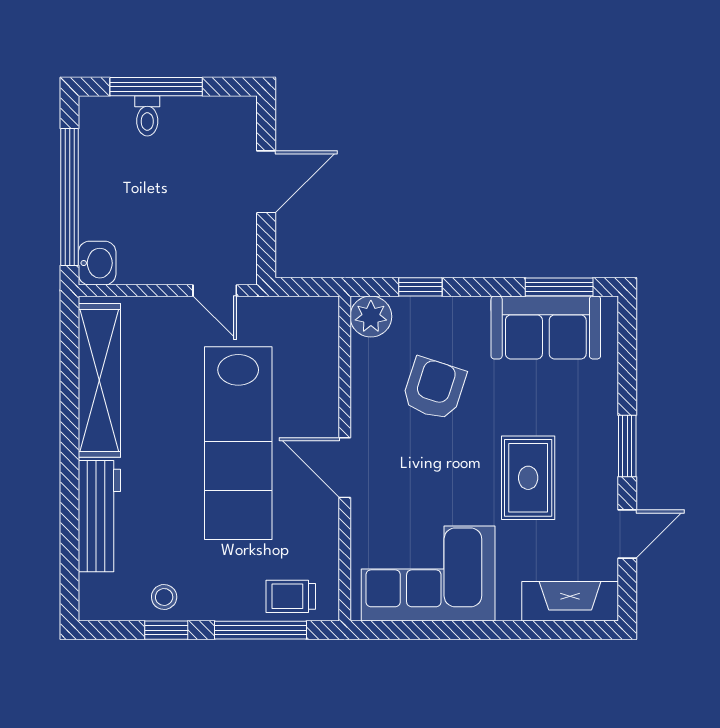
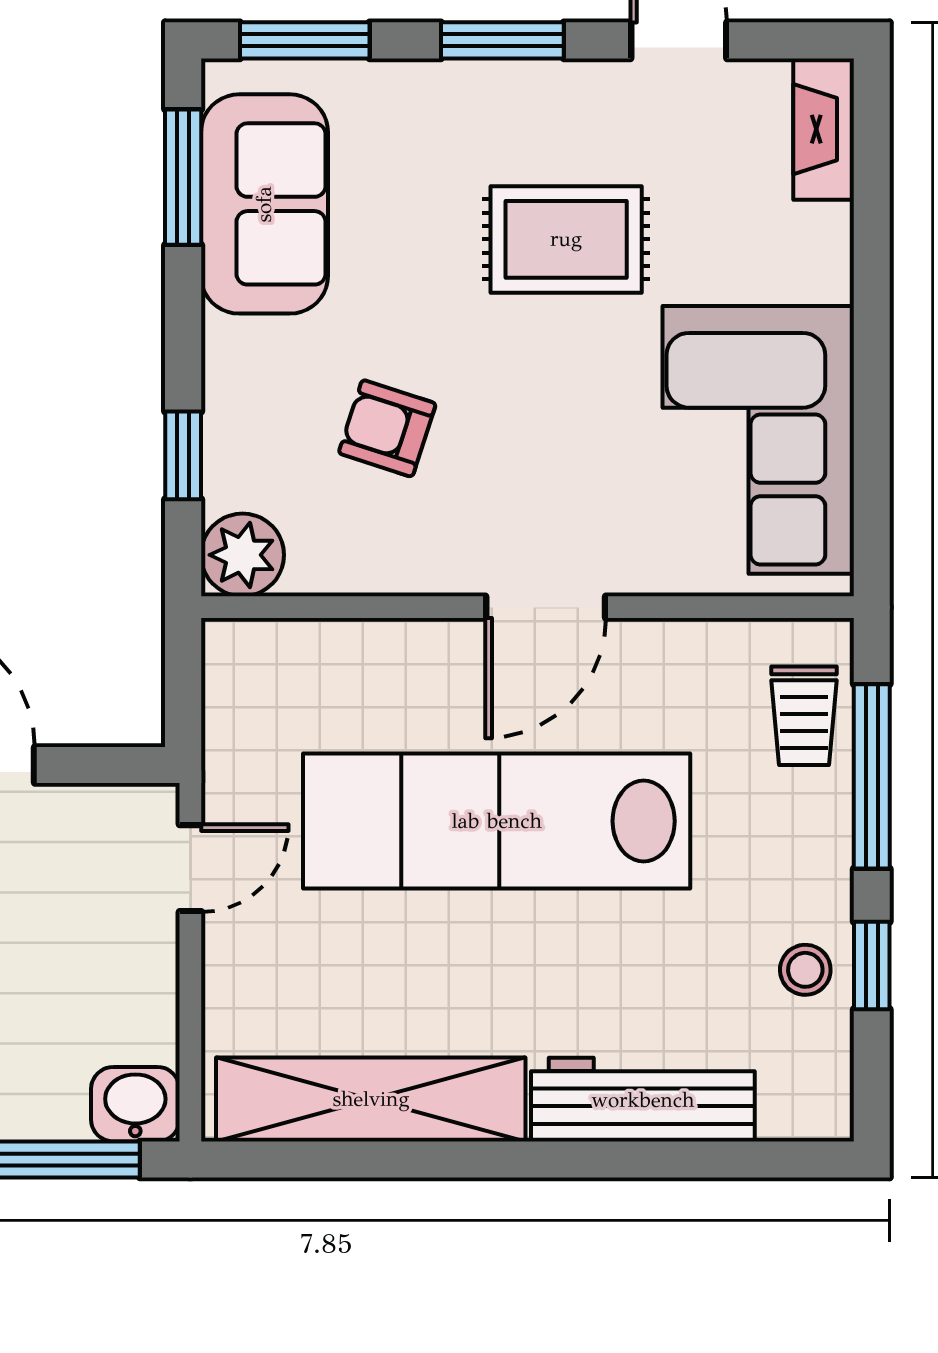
window: (627, 348) -> (305, 40), added
armchair: (434, 389) -> (387, 428), width x0.72, depth x0.72
lab bench: (238, 443) -> (497, 821), turned 180
fireplace: (570, 601) -> (824, 129), width x0.73, depth x0.76

